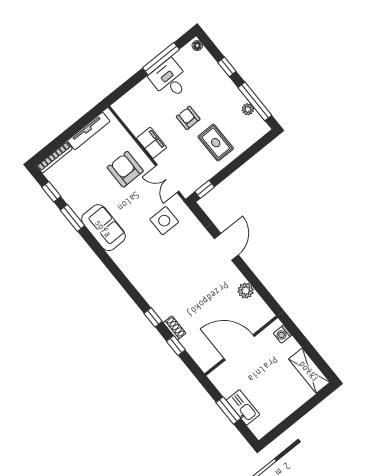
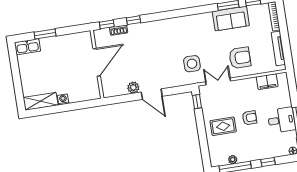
filing cabinet: (152, 143) -> (267, 82), moved
sofa: (103, 228) -> (231, 19), moved
plant: (246, 291) -> (133, 87), moved
washing machine: (283, 334) -> (63, 99), moved
wall: (241, 346) -> (97, 64), moved
door: (239, 347) -> (97, 62), moved
kitchen sink: (243, 407) -> (28, 47), moved

